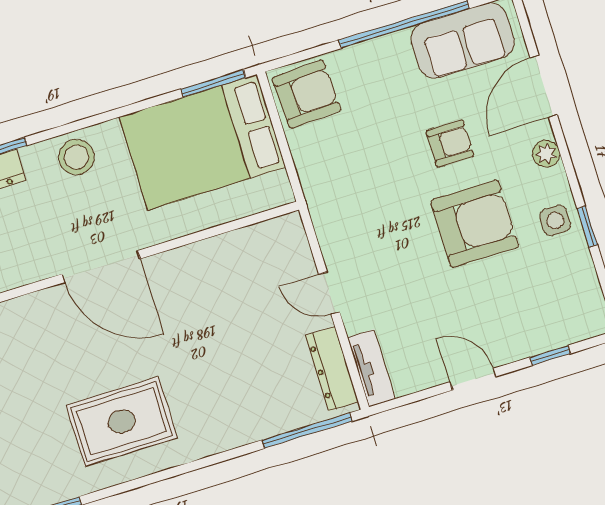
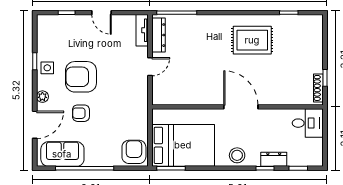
armchair: (306, 94) -> (134, 152), turned 93
door: (329, 293) -> (150, 67), hinge flipped

